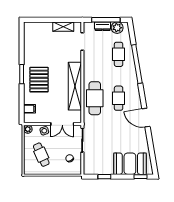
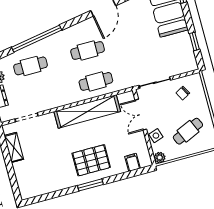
cafe table: (95, 98) -> (96, 81), width x0.73, depth x0.74
double door: (62, 124) -> (141, 115), swing flipped

